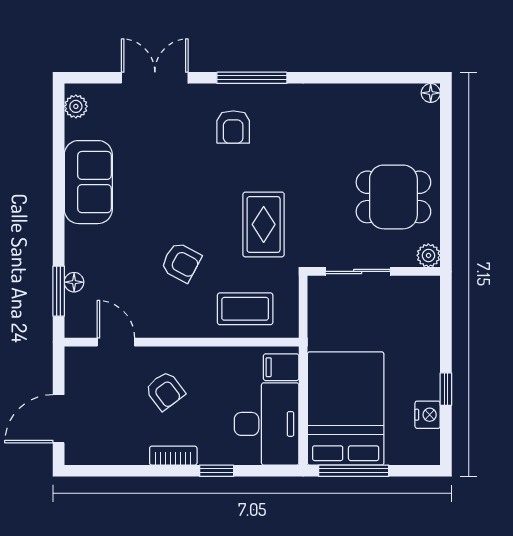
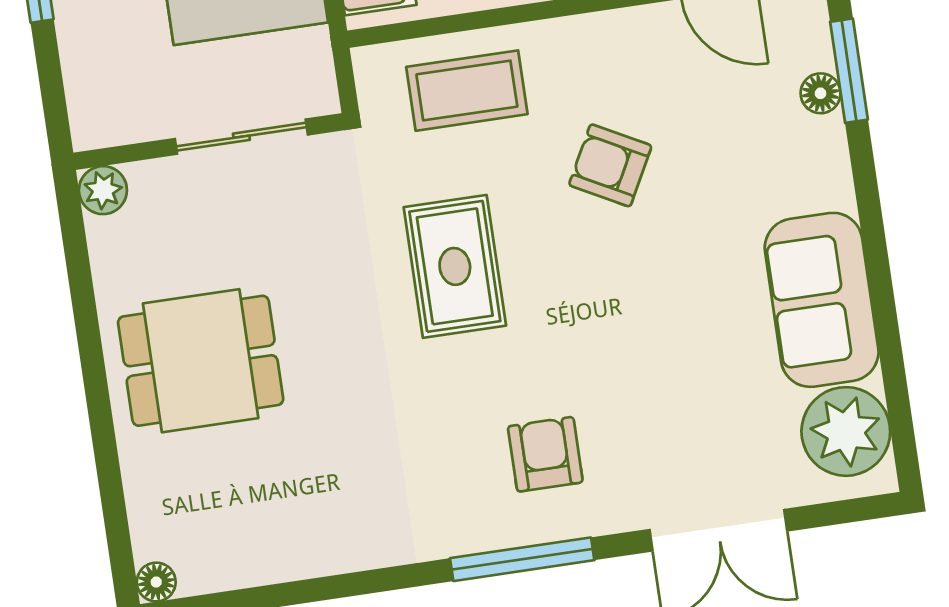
plant: (76, 106) -> (846, 431), width x1.88, depth x1.88
plant: (428, 255) -> (103, 190), moved
sliding door: (358, 271) -> (241, 137), moved
wall: (374, 271) -> (209, 142), moved

